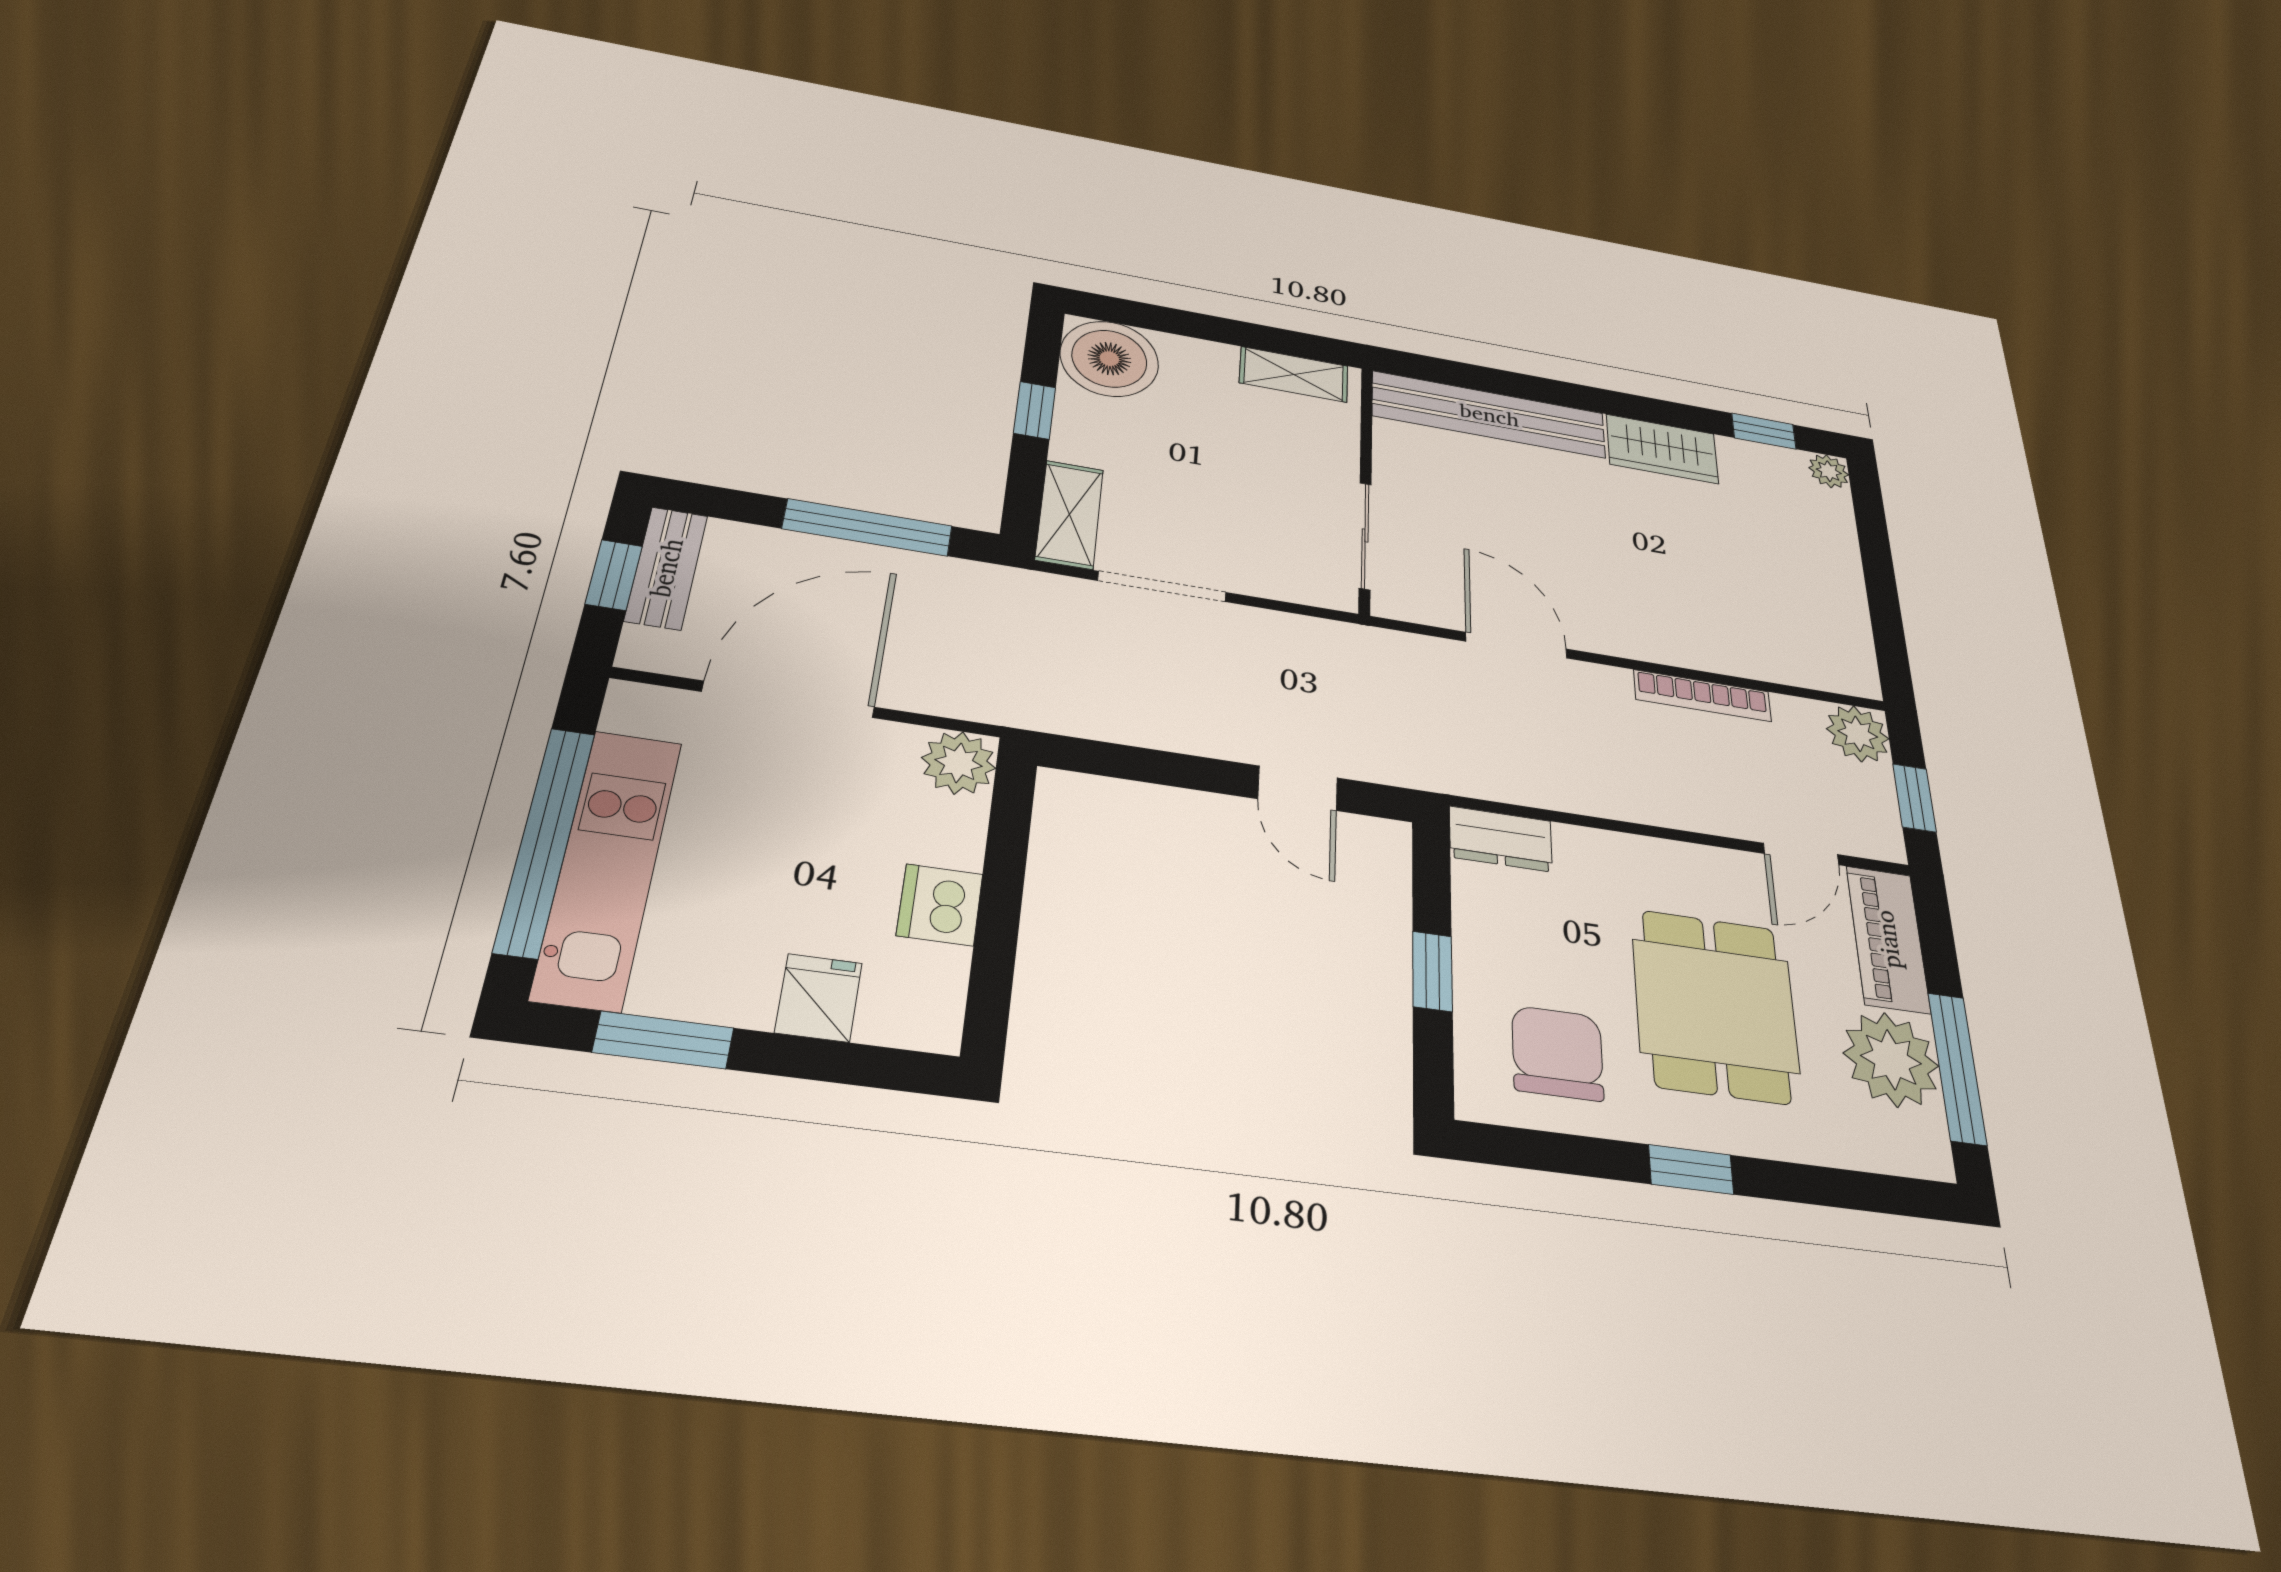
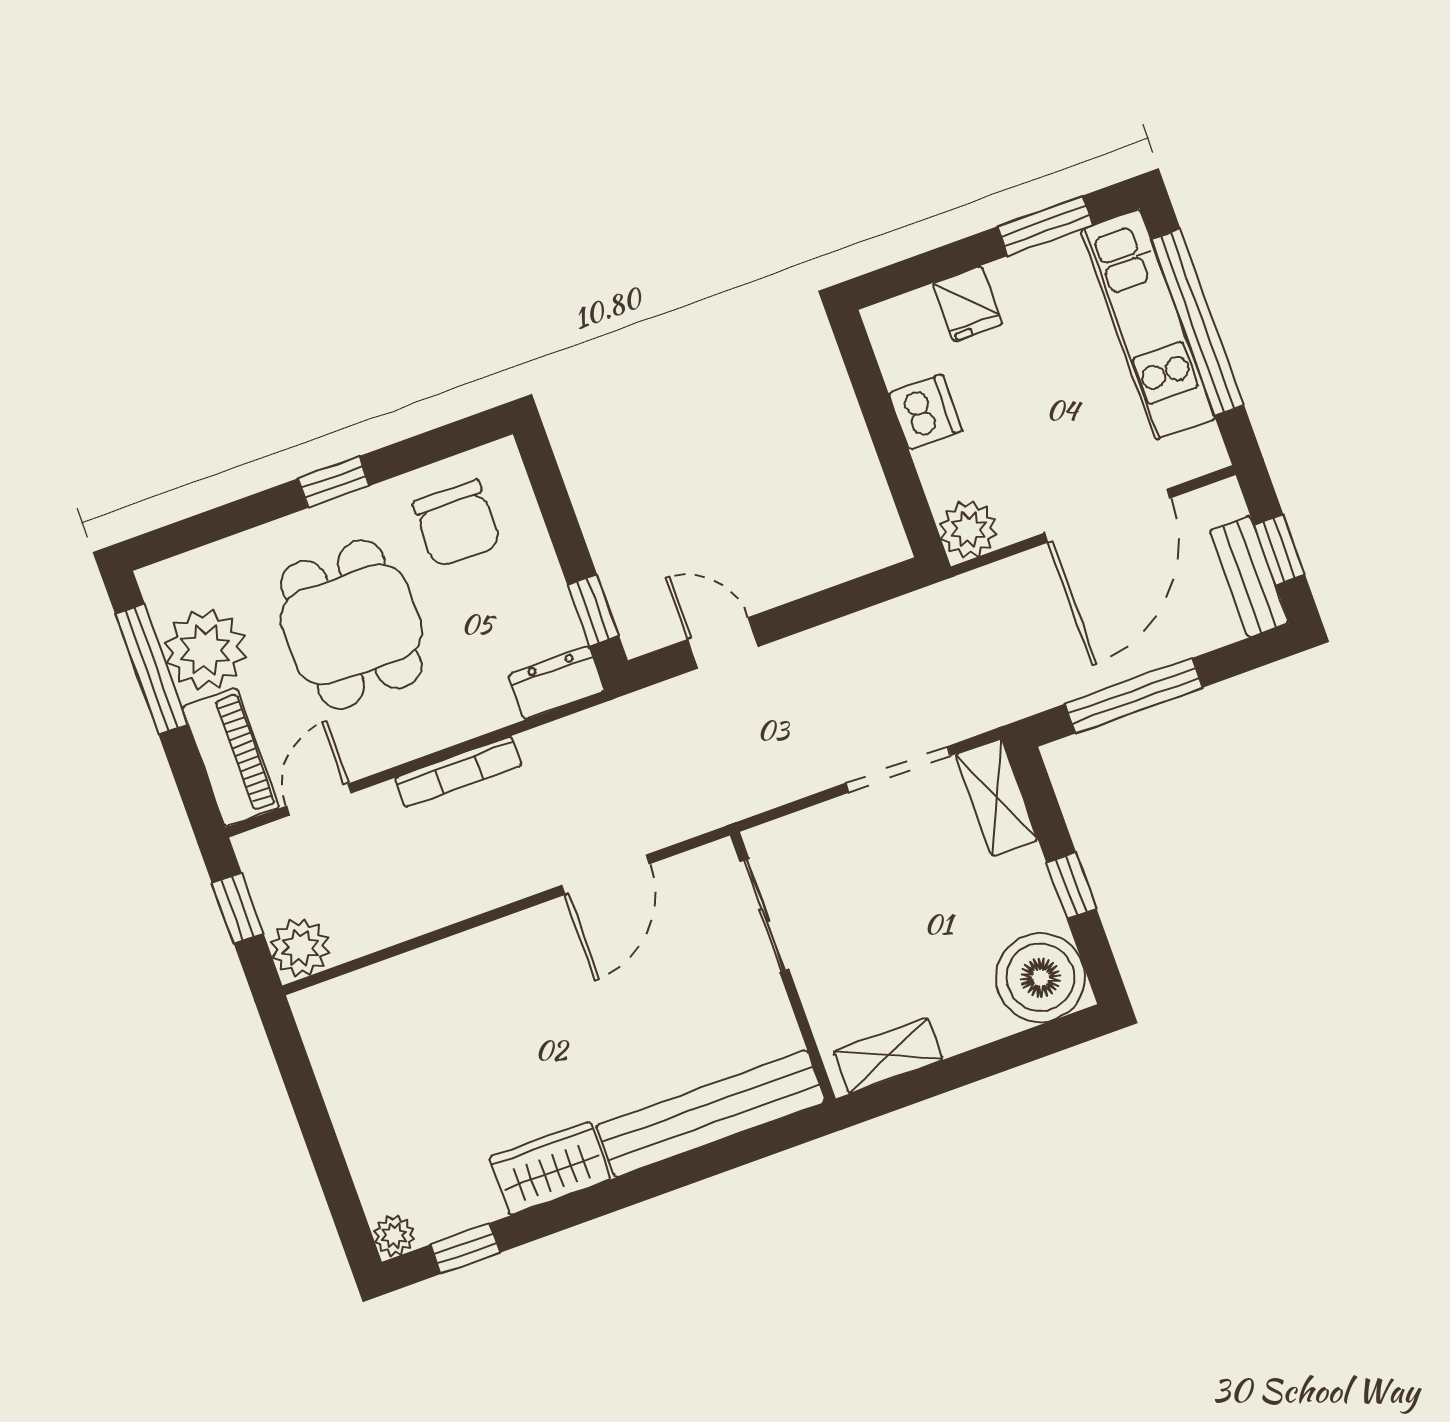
door: (1516, 645) -> (605, 875), hinge flipped
bookcase: (1702, 696) -> (458, 772), moved, turned 180
window: (1432, 971) -> (593, 610), moved

